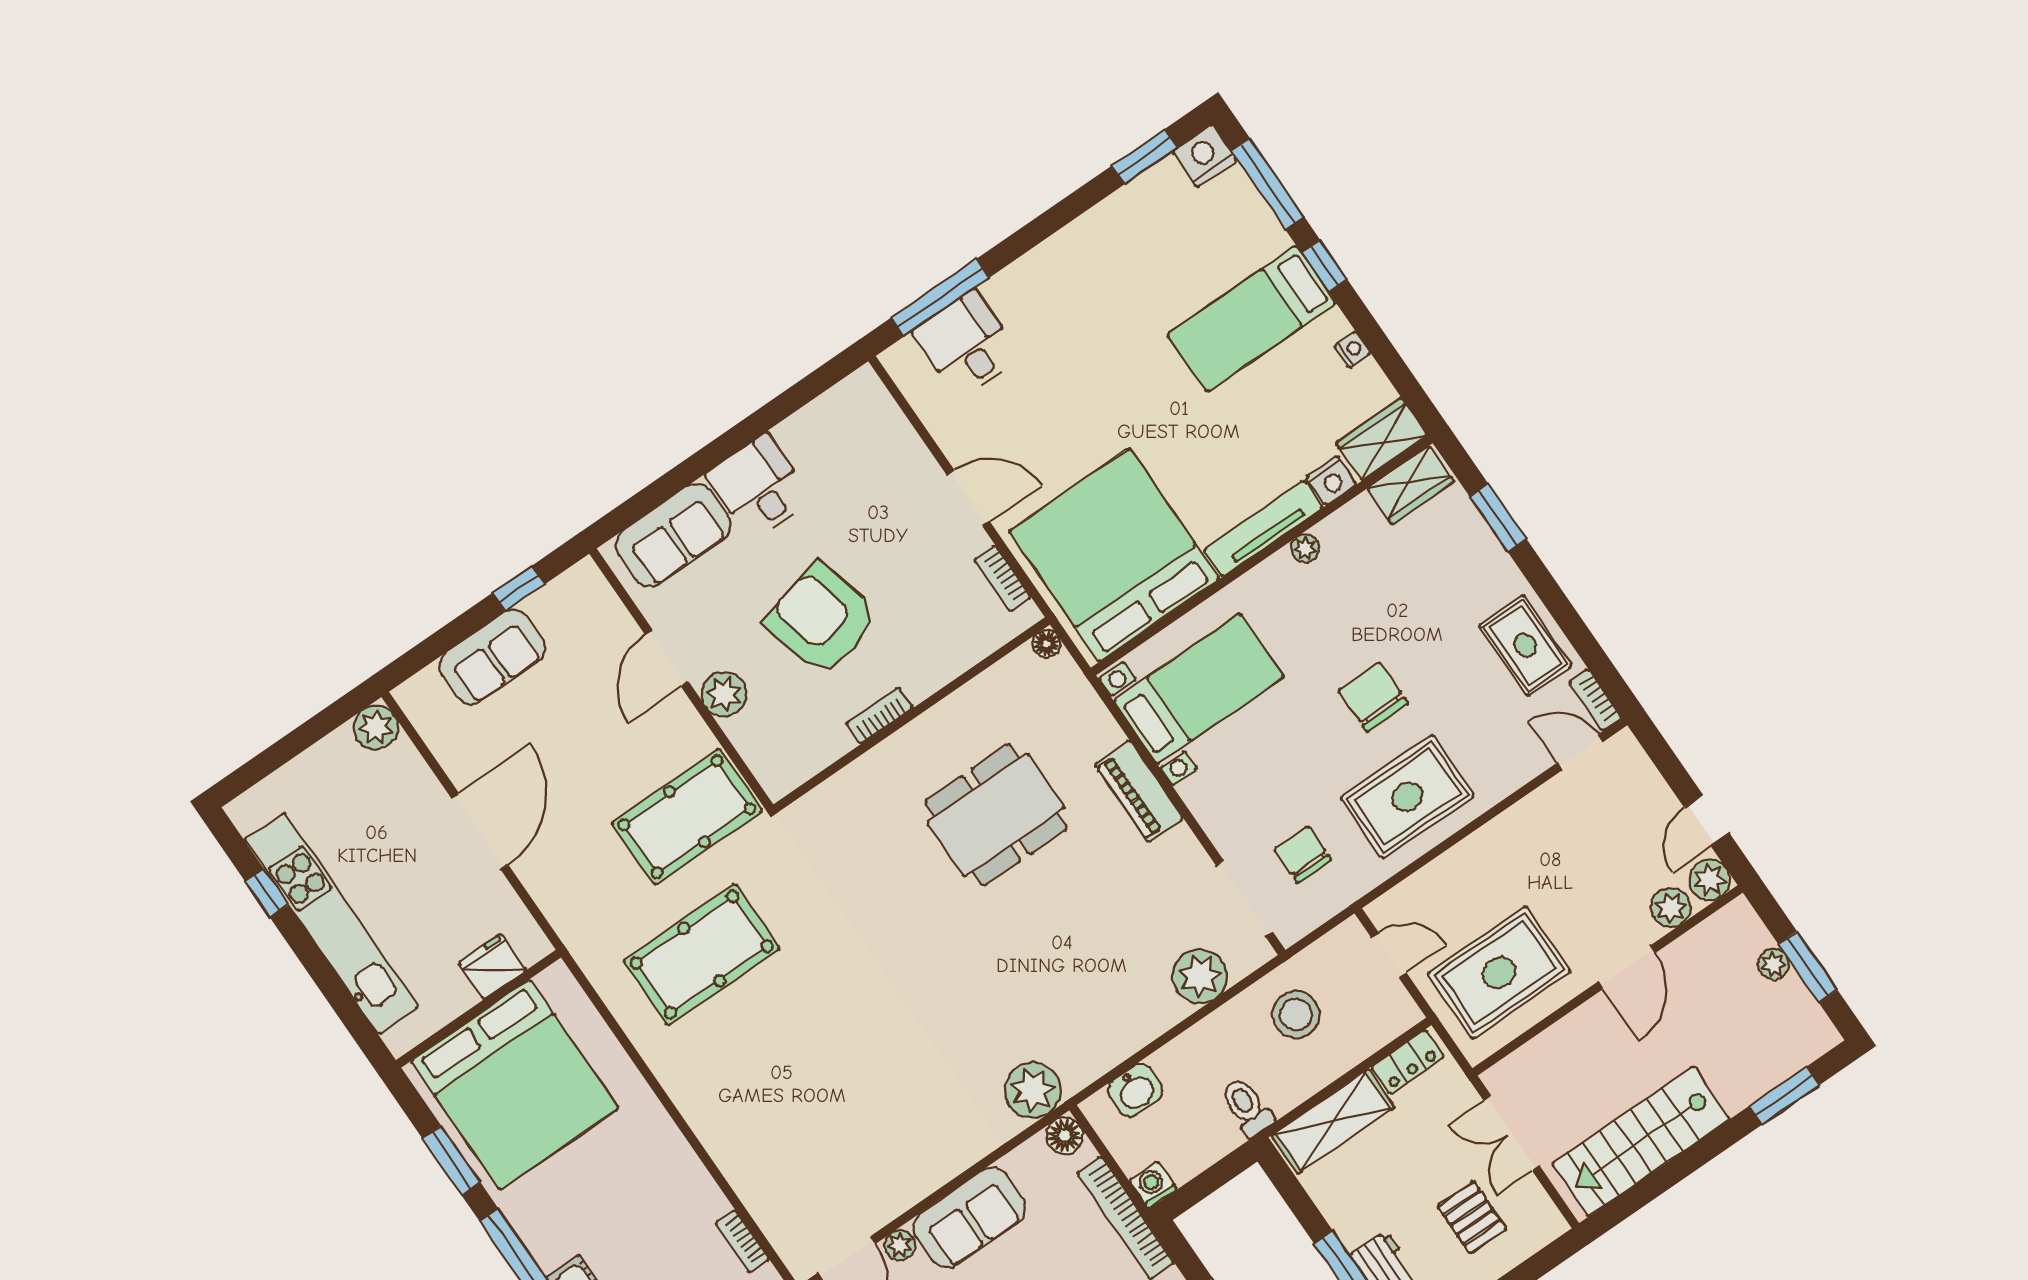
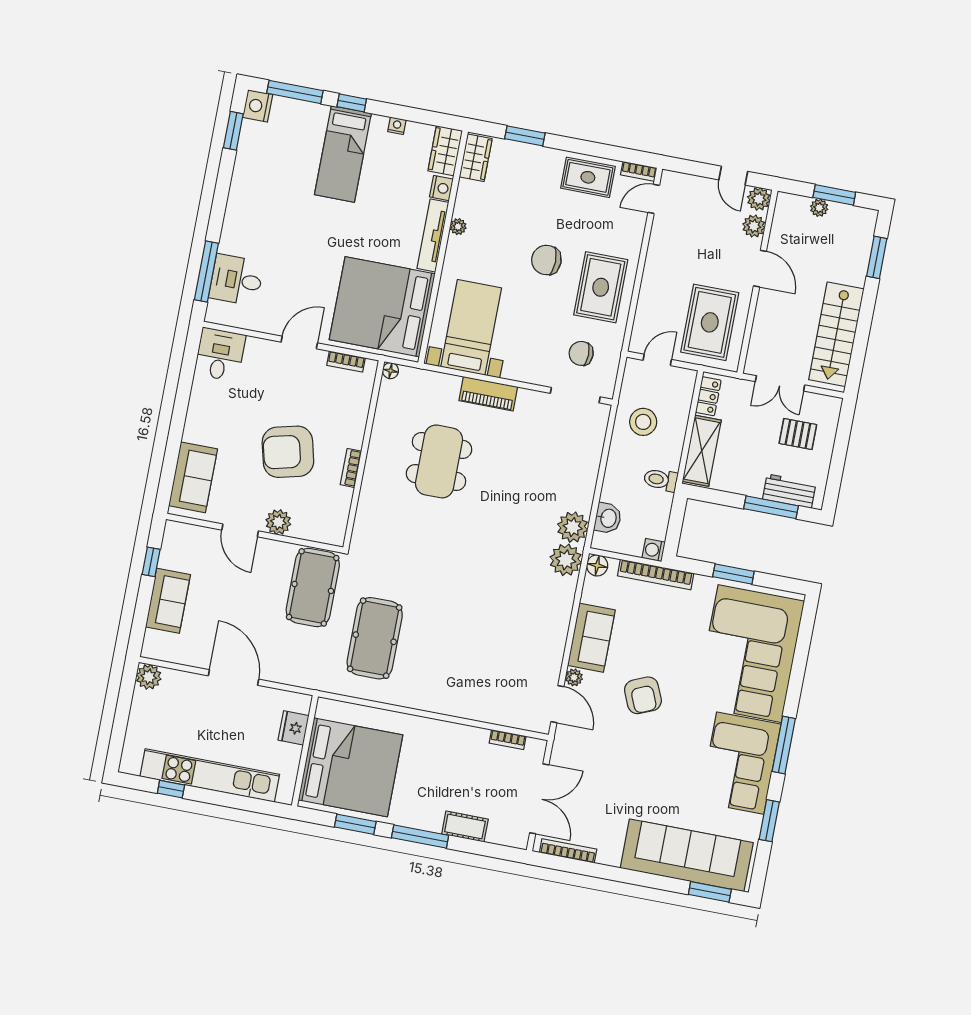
desk: (759, 487) -> (220, 355), moved, turned 90
plant: (1200, 976) -> (573, 527), moved

